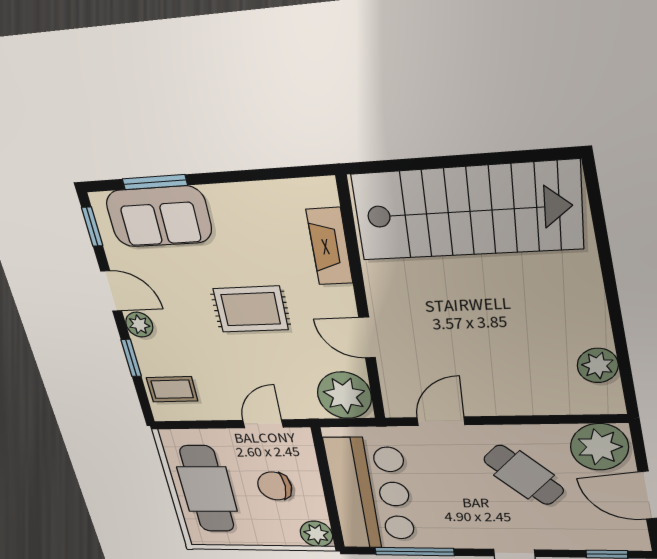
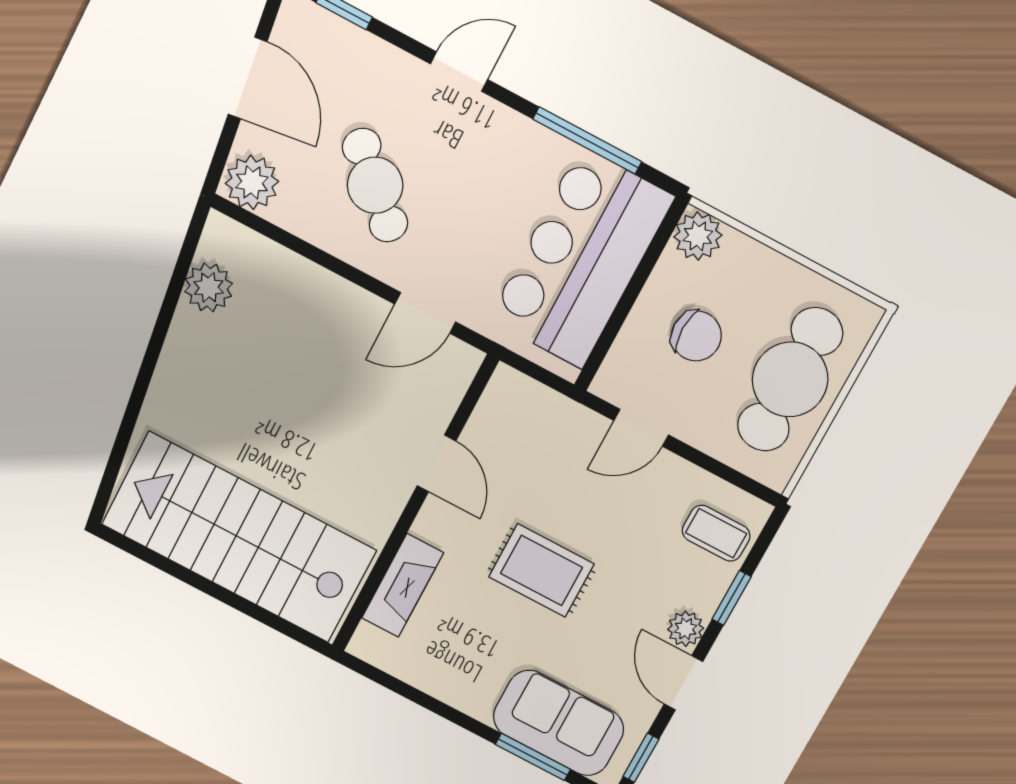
plant: (344, 395) -> (514, 409), removed
plant: (599, 447) -> (252, 182), width x0.73, depth x0.73

